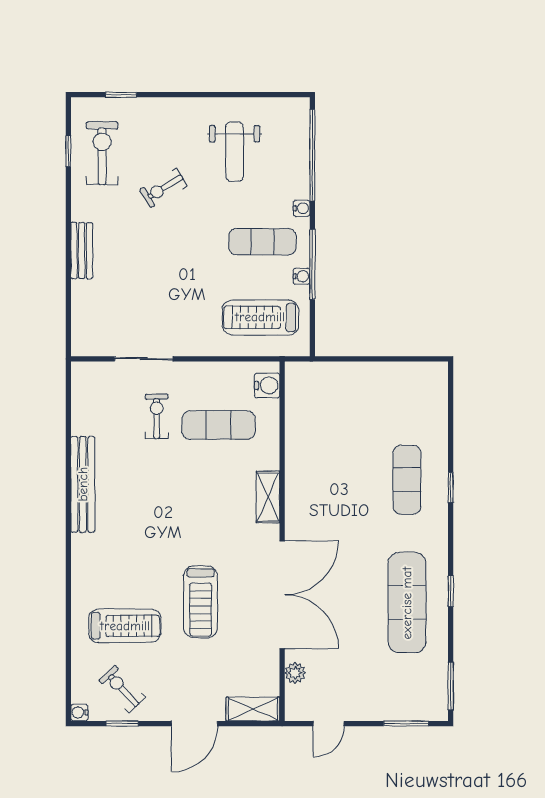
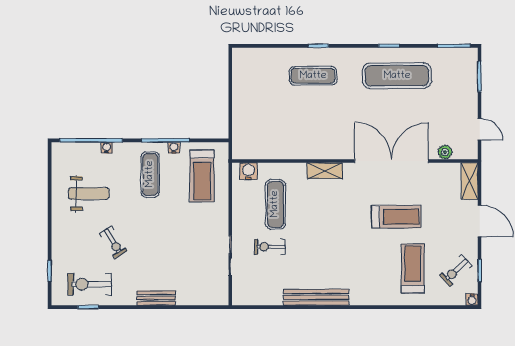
water cooler: (302, 208) -> (107, 148), moved

